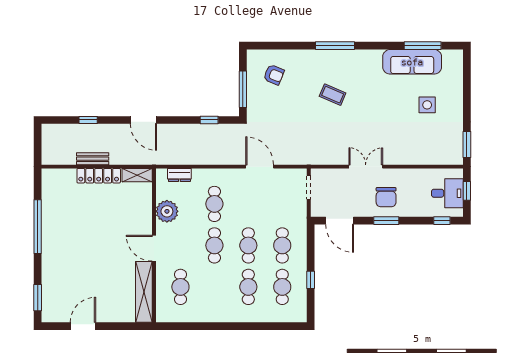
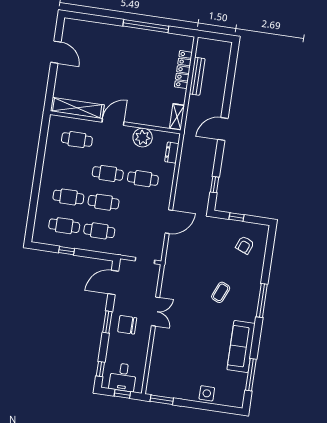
sofa: (412, 62) -> (241, 347), moved
window: (243, 89) -> (236, 217), width x0.46
side table: (427, 105) -> (207, 393), moved
window: (88, 120) -> (230, 82), removed
bench: (93, 159) -> (197, 76), width x1.36
locker: (99, 176) -> (183, 70), moved
window: (38, 298) -> (86, 17), removed

